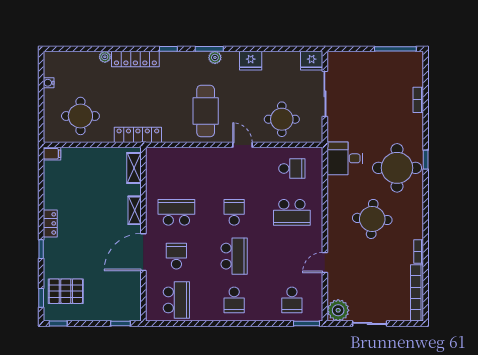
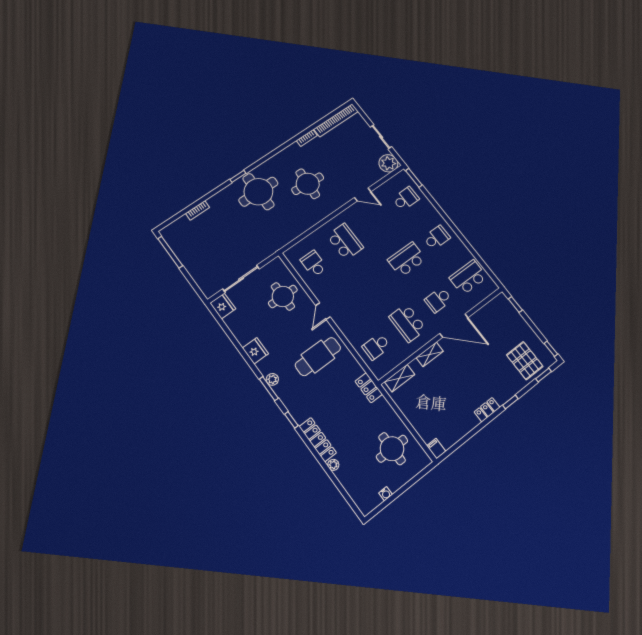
locker: (138, 135) -> (369, 388), width x0.66
desk: (345, 158) -> (278, 232), removed
school desk: (234, 212) -> (376, 347), moved

